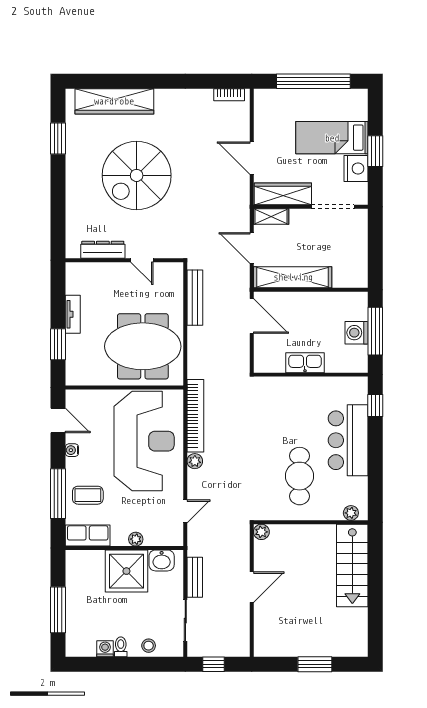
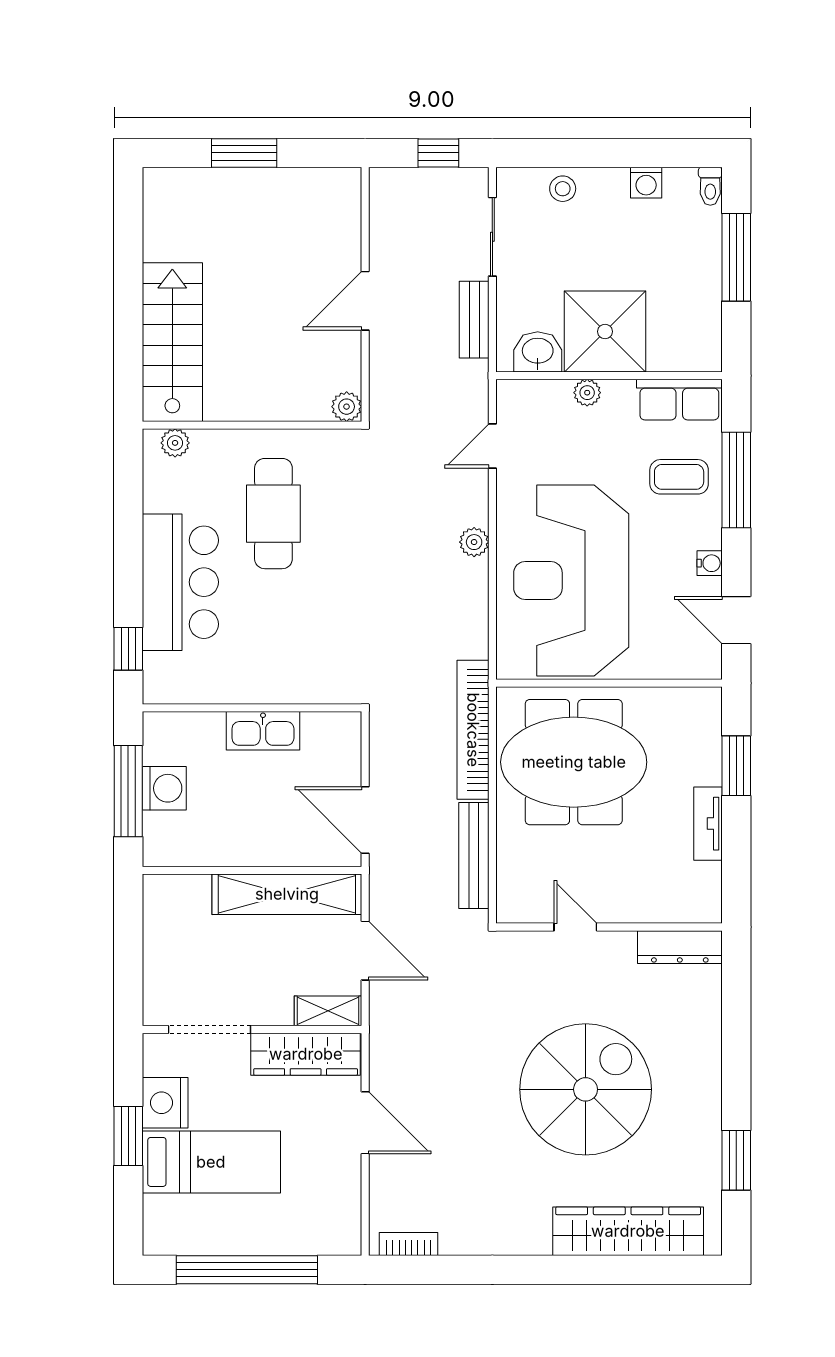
dresser: (103, 250) -> (680, 947), moved
bookcase: (195, 416) -> (473, 730), moved
toilet: (121, 647) -> (710, 186), moved

